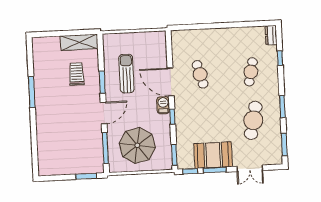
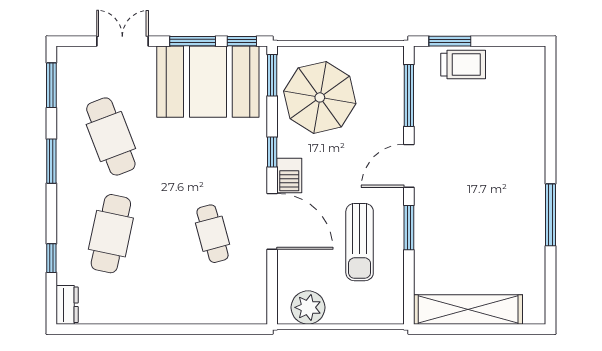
plant: (151, 40) -> (308, 307), added
shelving: (79, 42) -> (468, 309), width x1.47
cafe table: (251, 72) -> (111, 234), width x1.37, depth x1.35
trolley: (77, 74) -> (463, 65), moved, turned -90
cafe table: (253, 120) -> (111, 136), turned -33
parasol: (137, 145) -> (320, 97), moved
booth: (213, 155) -> (208, 82), width x1.36, depth x1.42

